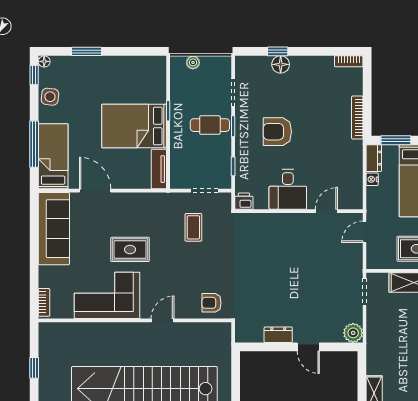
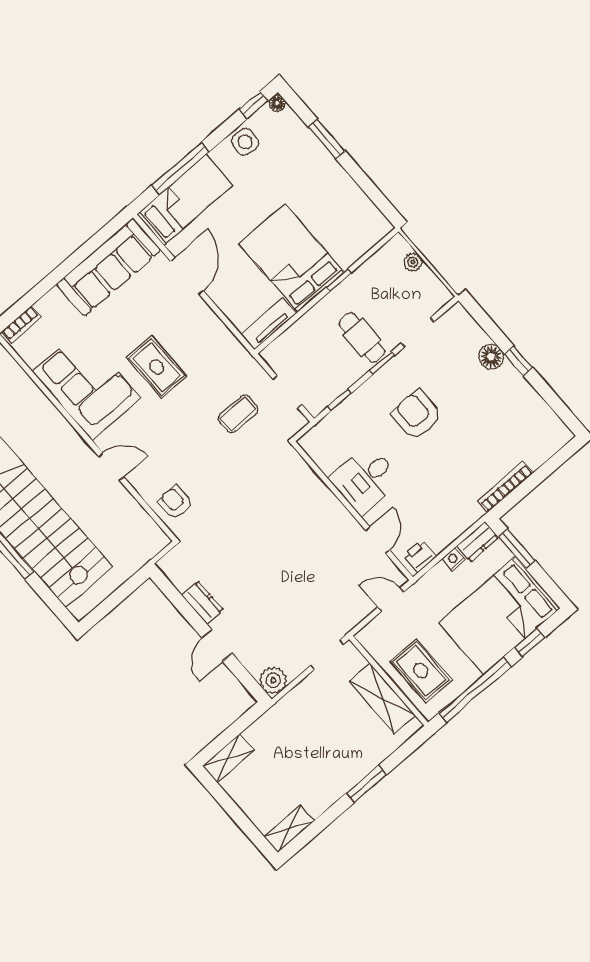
window: (278, 51) -> (519, 361), moved
bookcase: (349, 61) -> (557, 426), removed
printer: (244, 201) -> (420, 556), moved, turned -90
door: (326, 211) -> (378, 540), hinge flipped

